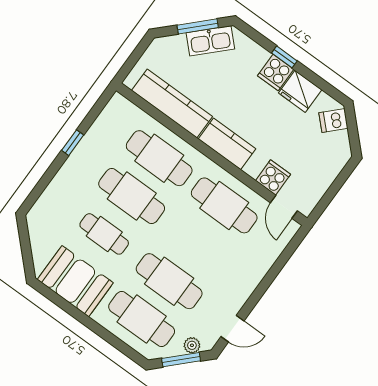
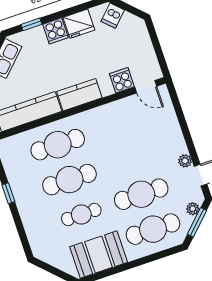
window: (284, 57) -> (31, 24), moved
cafe table: (224, 205) -> (118, 124), removed
plant: (236, 302) -> (185, 161), added

